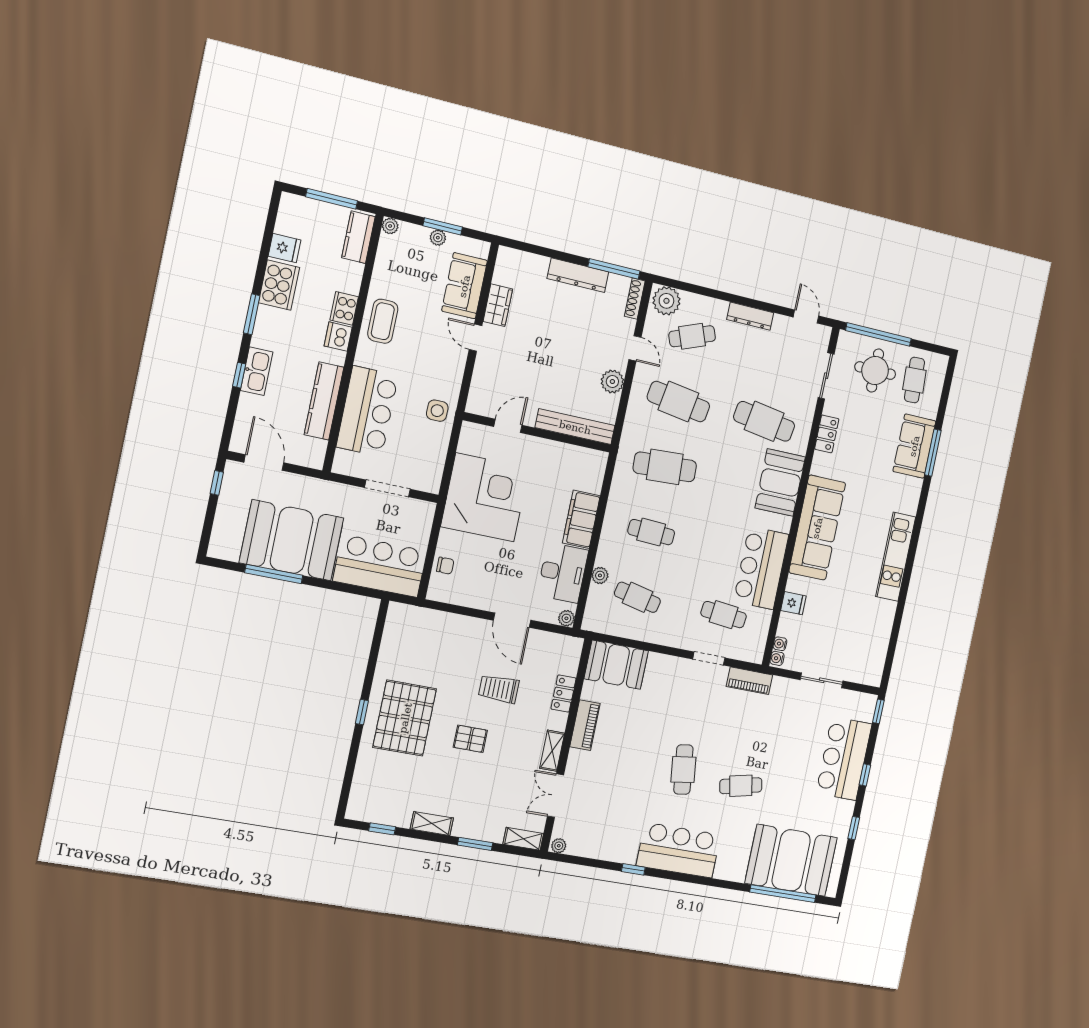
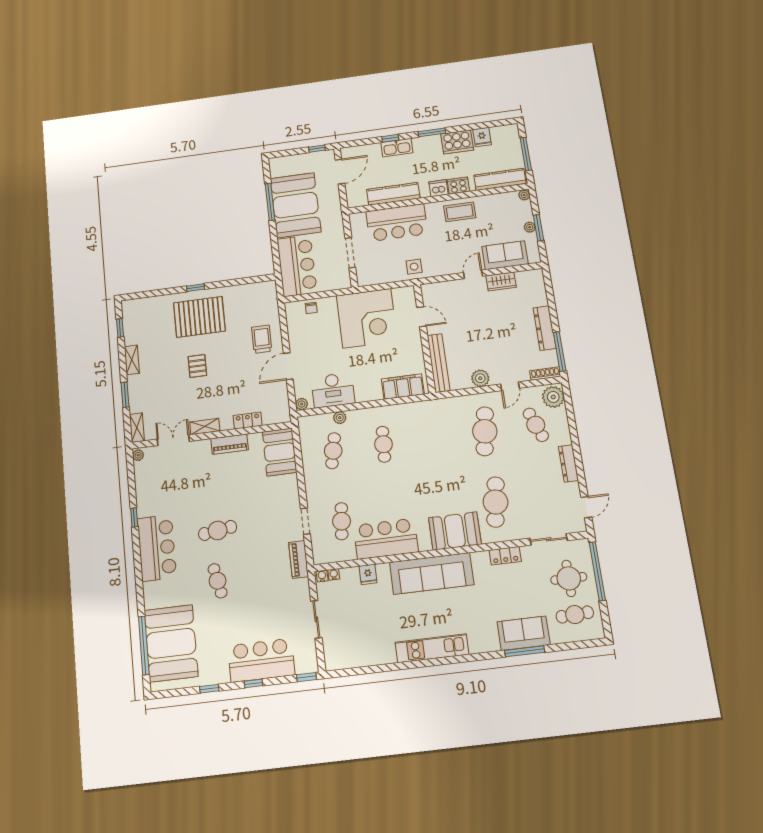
kitchen counter: (358, 237) -> (500, 179), width x1.50
cafe table: (665, 467) -> (434, 438), removed
filing cabinet: (581, 519) -> (403, 387), moved
trolley: (499, 689) -> (262, 339), moved

